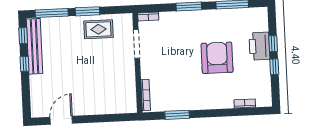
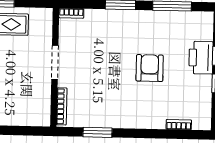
doorway: (137, 44) -> (55, 63), moved
armchair: (217, 58) -> (150, 68), width x0.73, depth x0.73

